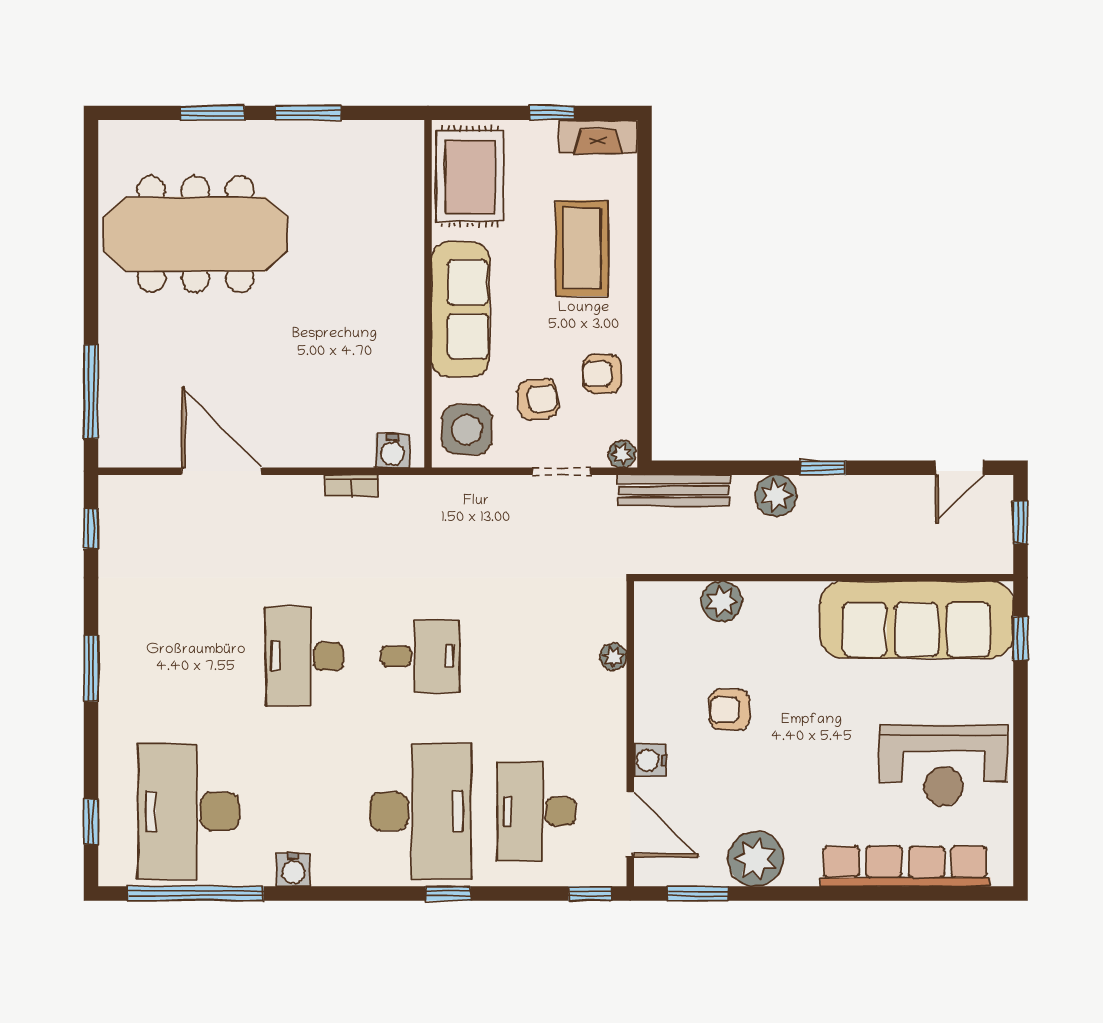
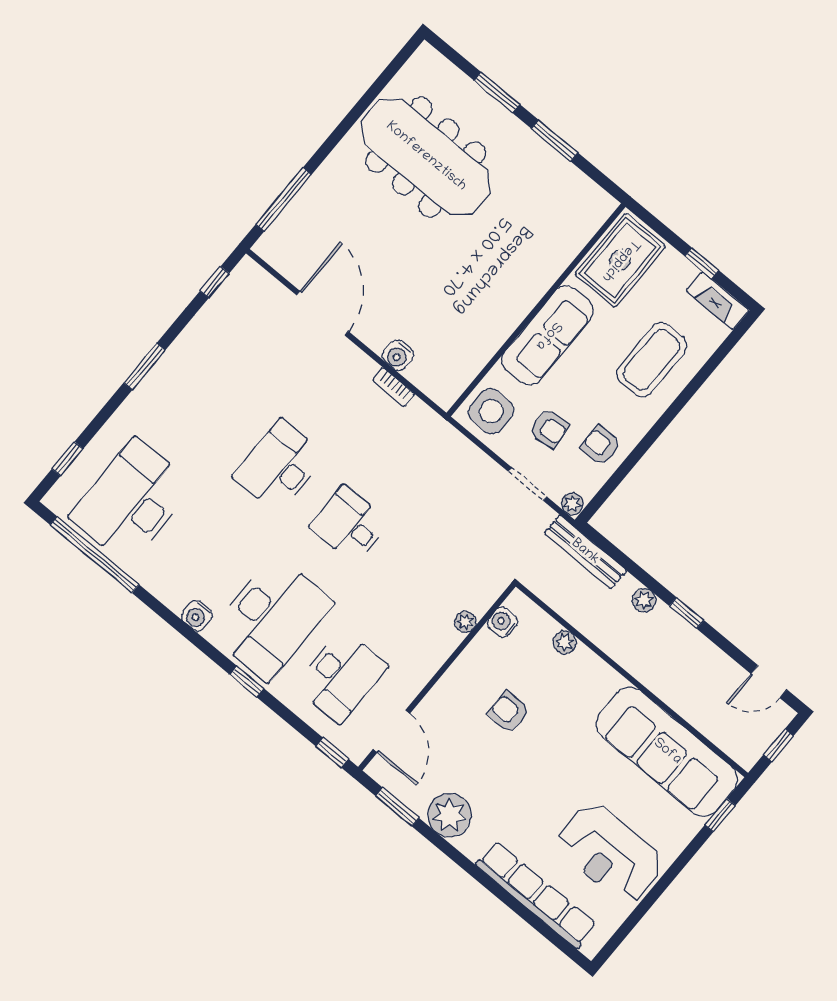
water cooler: (392, 451) -> (398, 355), moved
plant: (776, 496) -> (644, 600), width x0.73, depth x0.73
plant: (722, 601) -> (565, 642), width x0.73, depth x0.73
desk: (420, 656) -> (349, 525), turned 180
water cooler: (650, 760) -> (503, 622), moved
desk: (536, 811) -> (341, 676), turned 180
water cooler: (293, 870) -> (197, 616), moved

